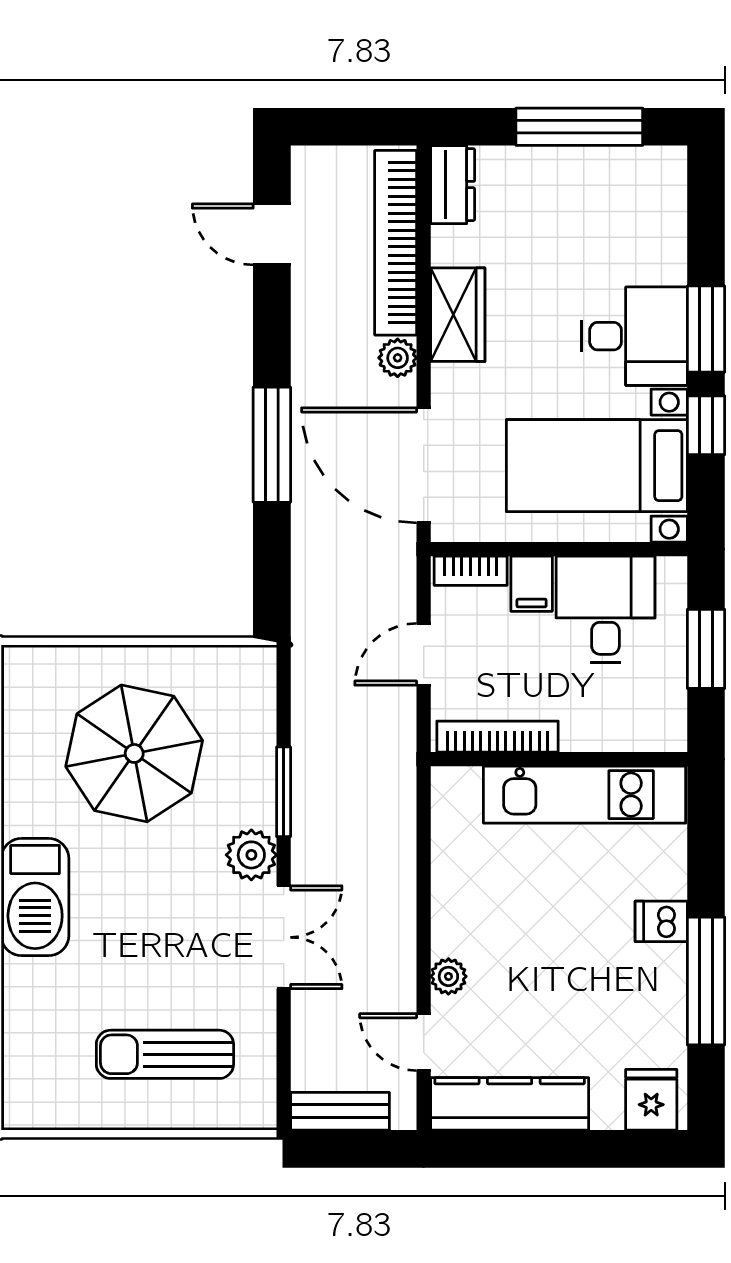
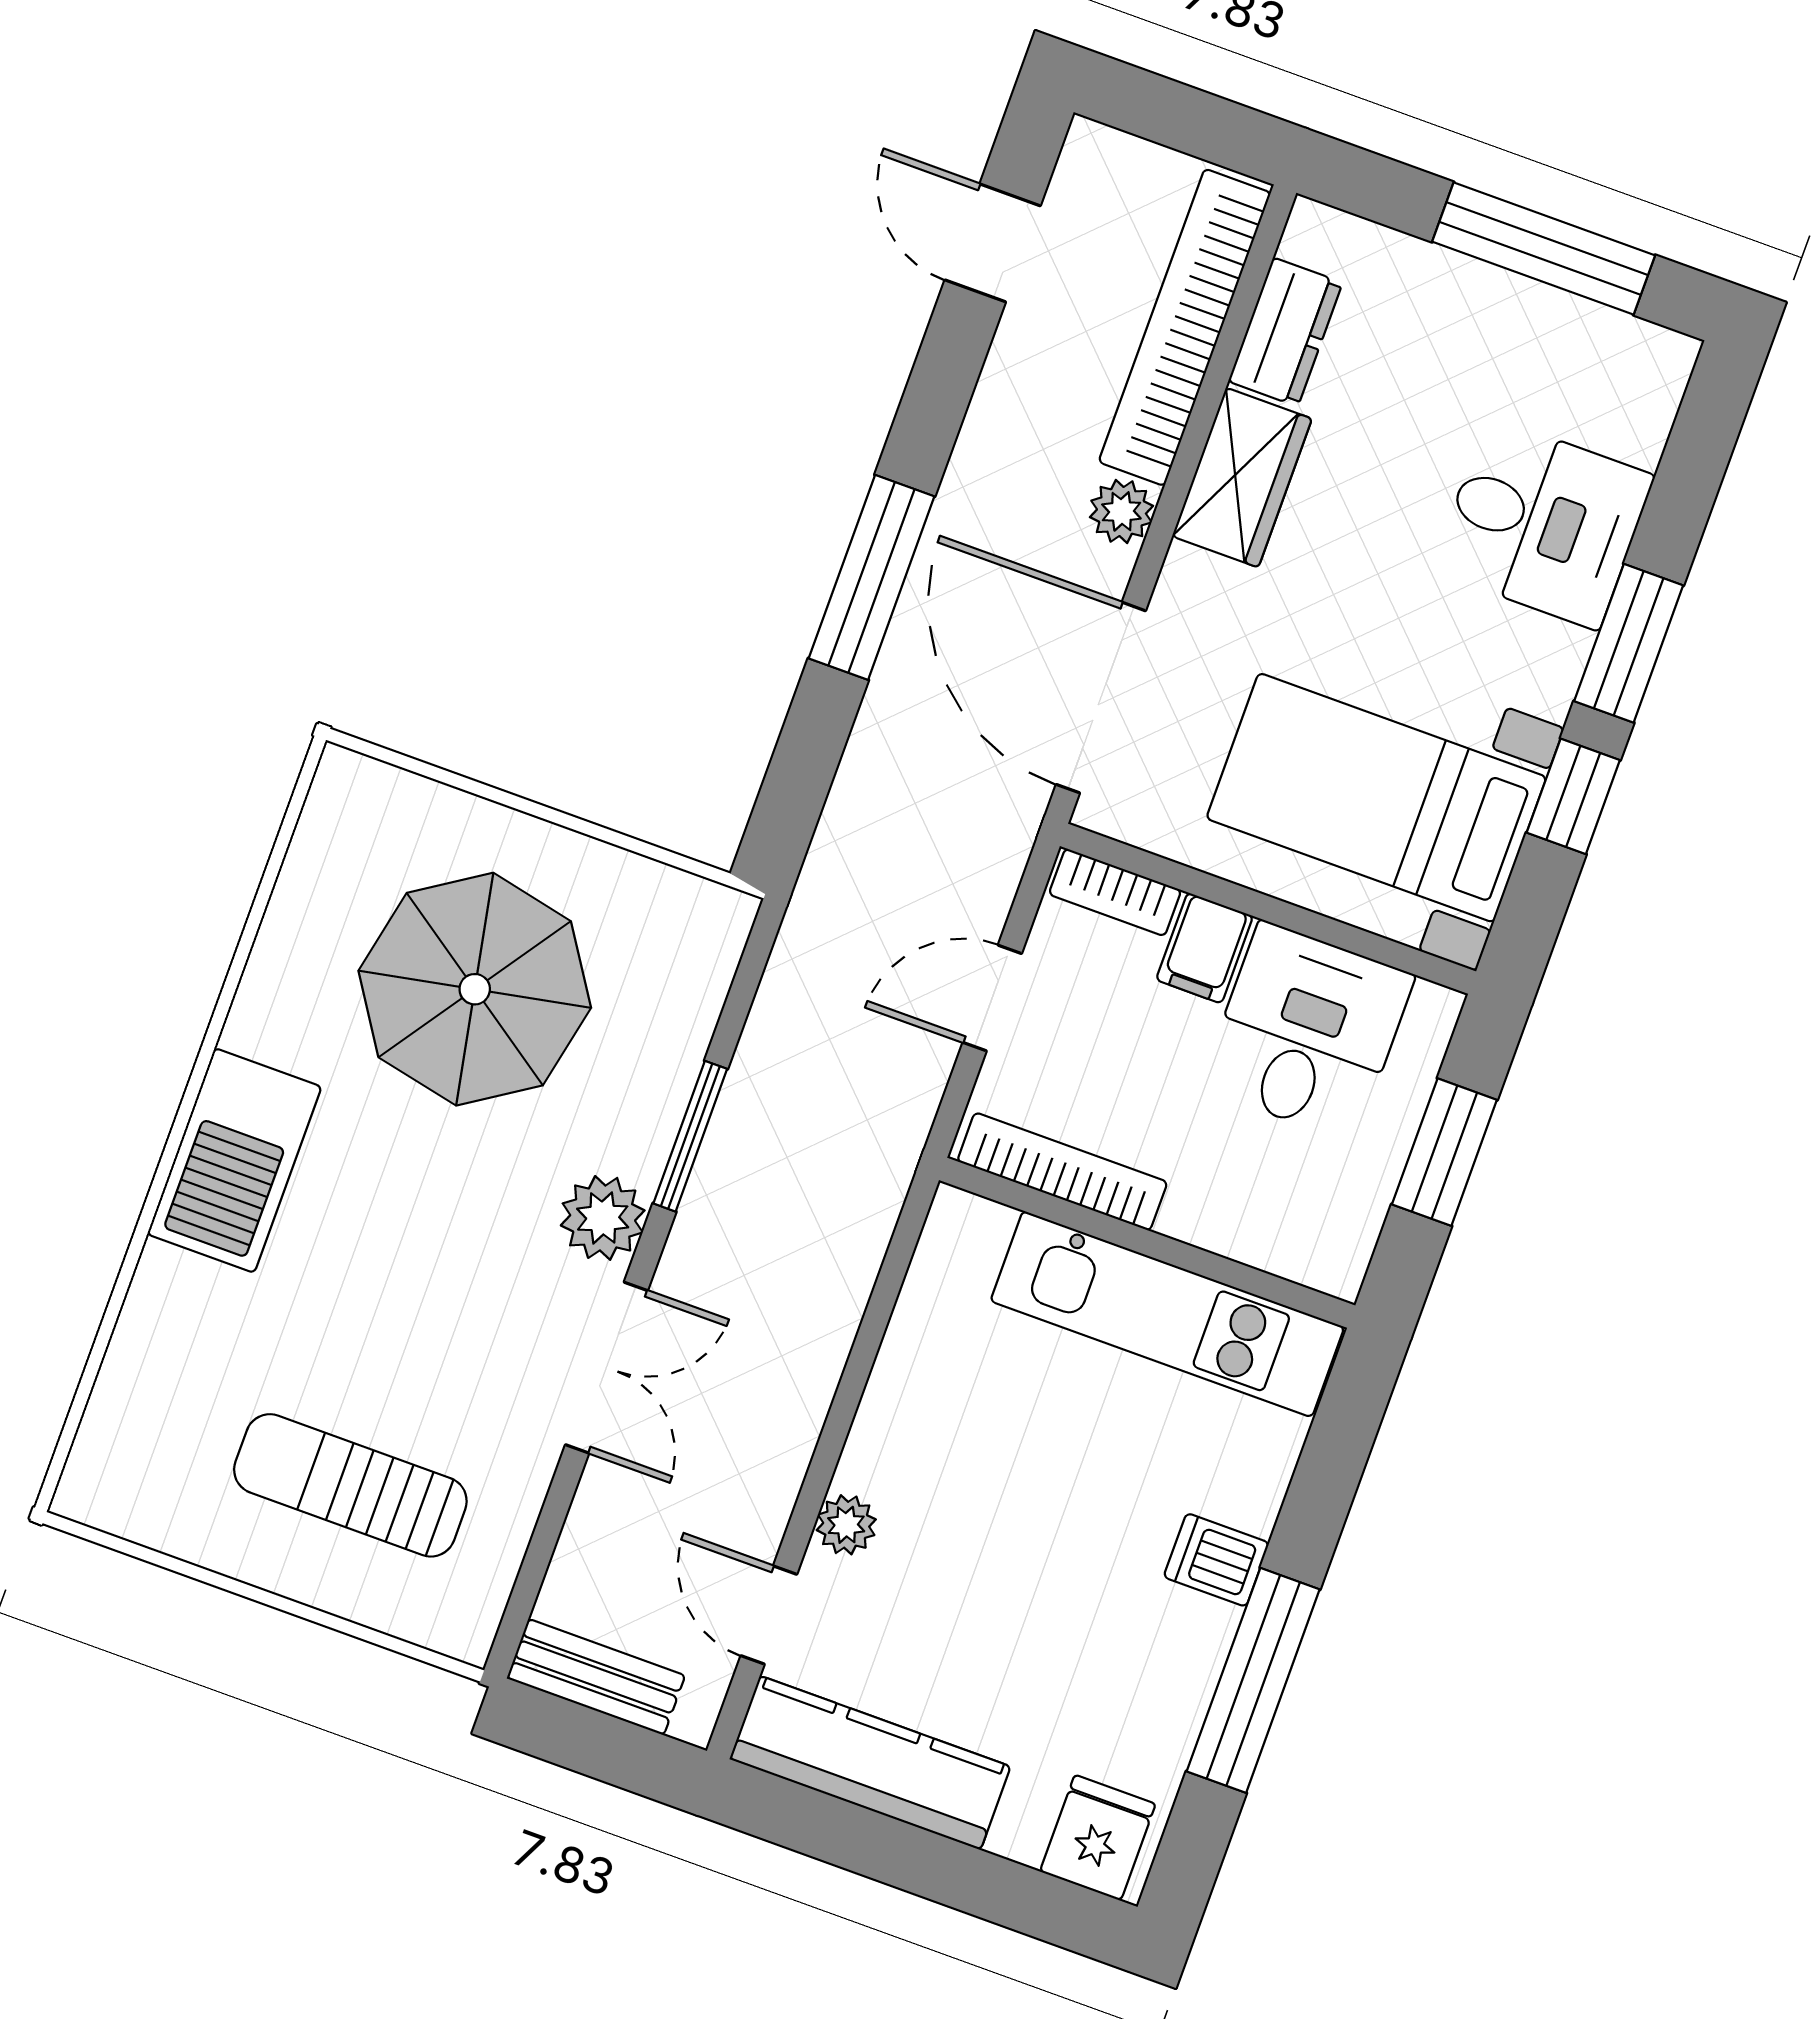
dresser: (453, 185) -> (1285, 332), moved
desk: (634, 336) -> (1543, 523), moved

